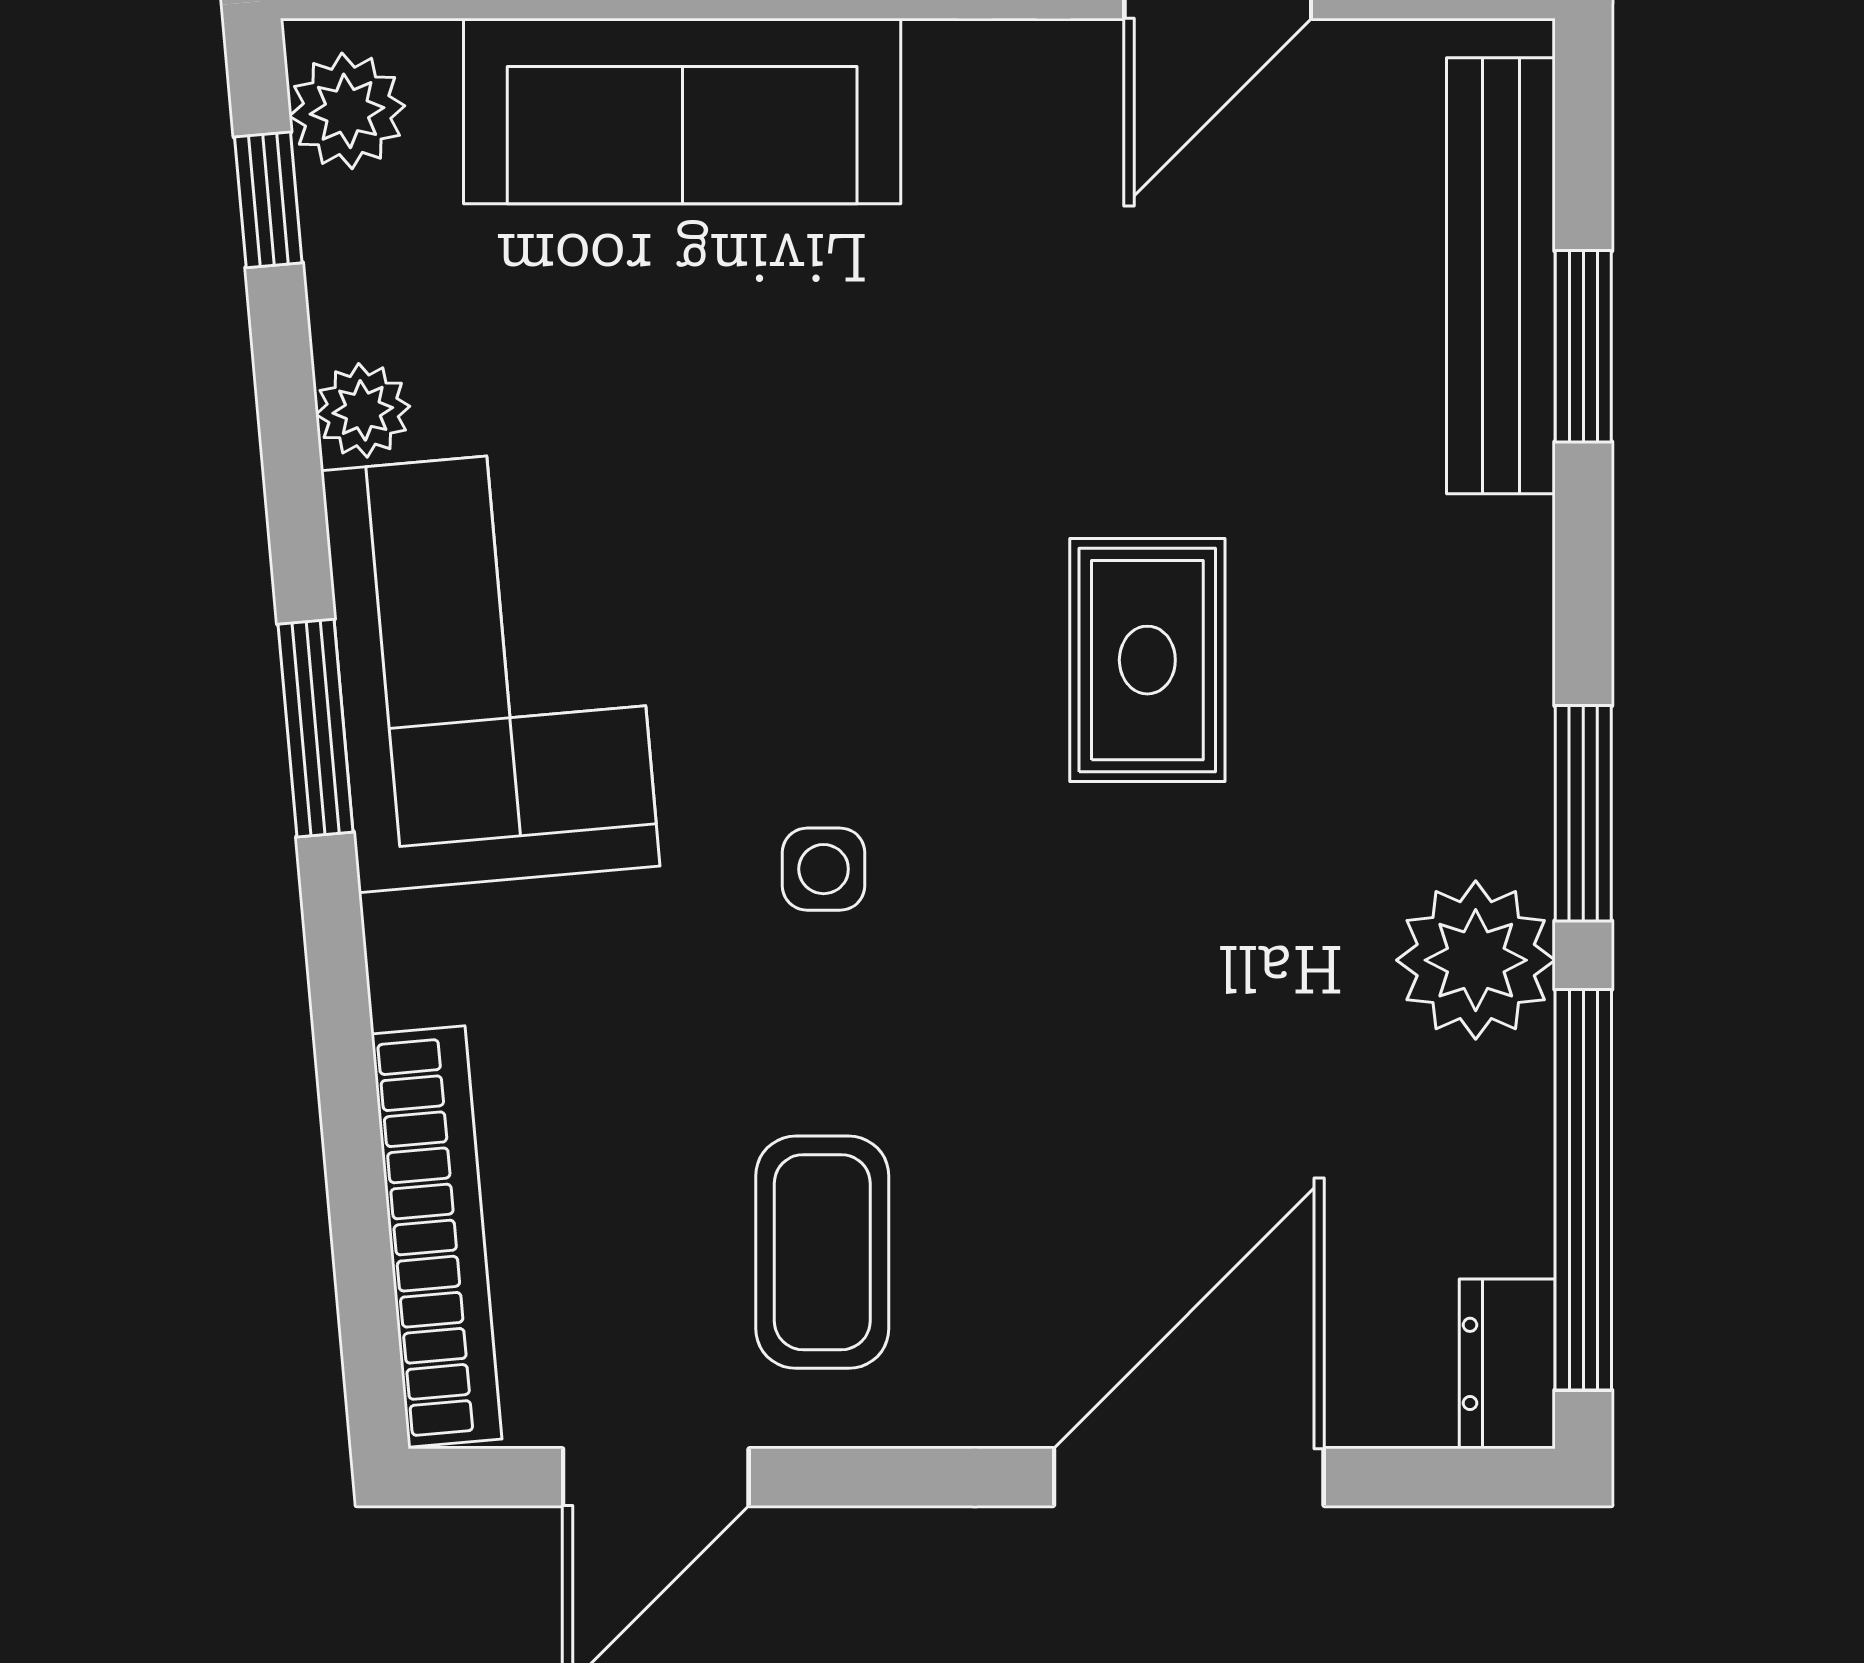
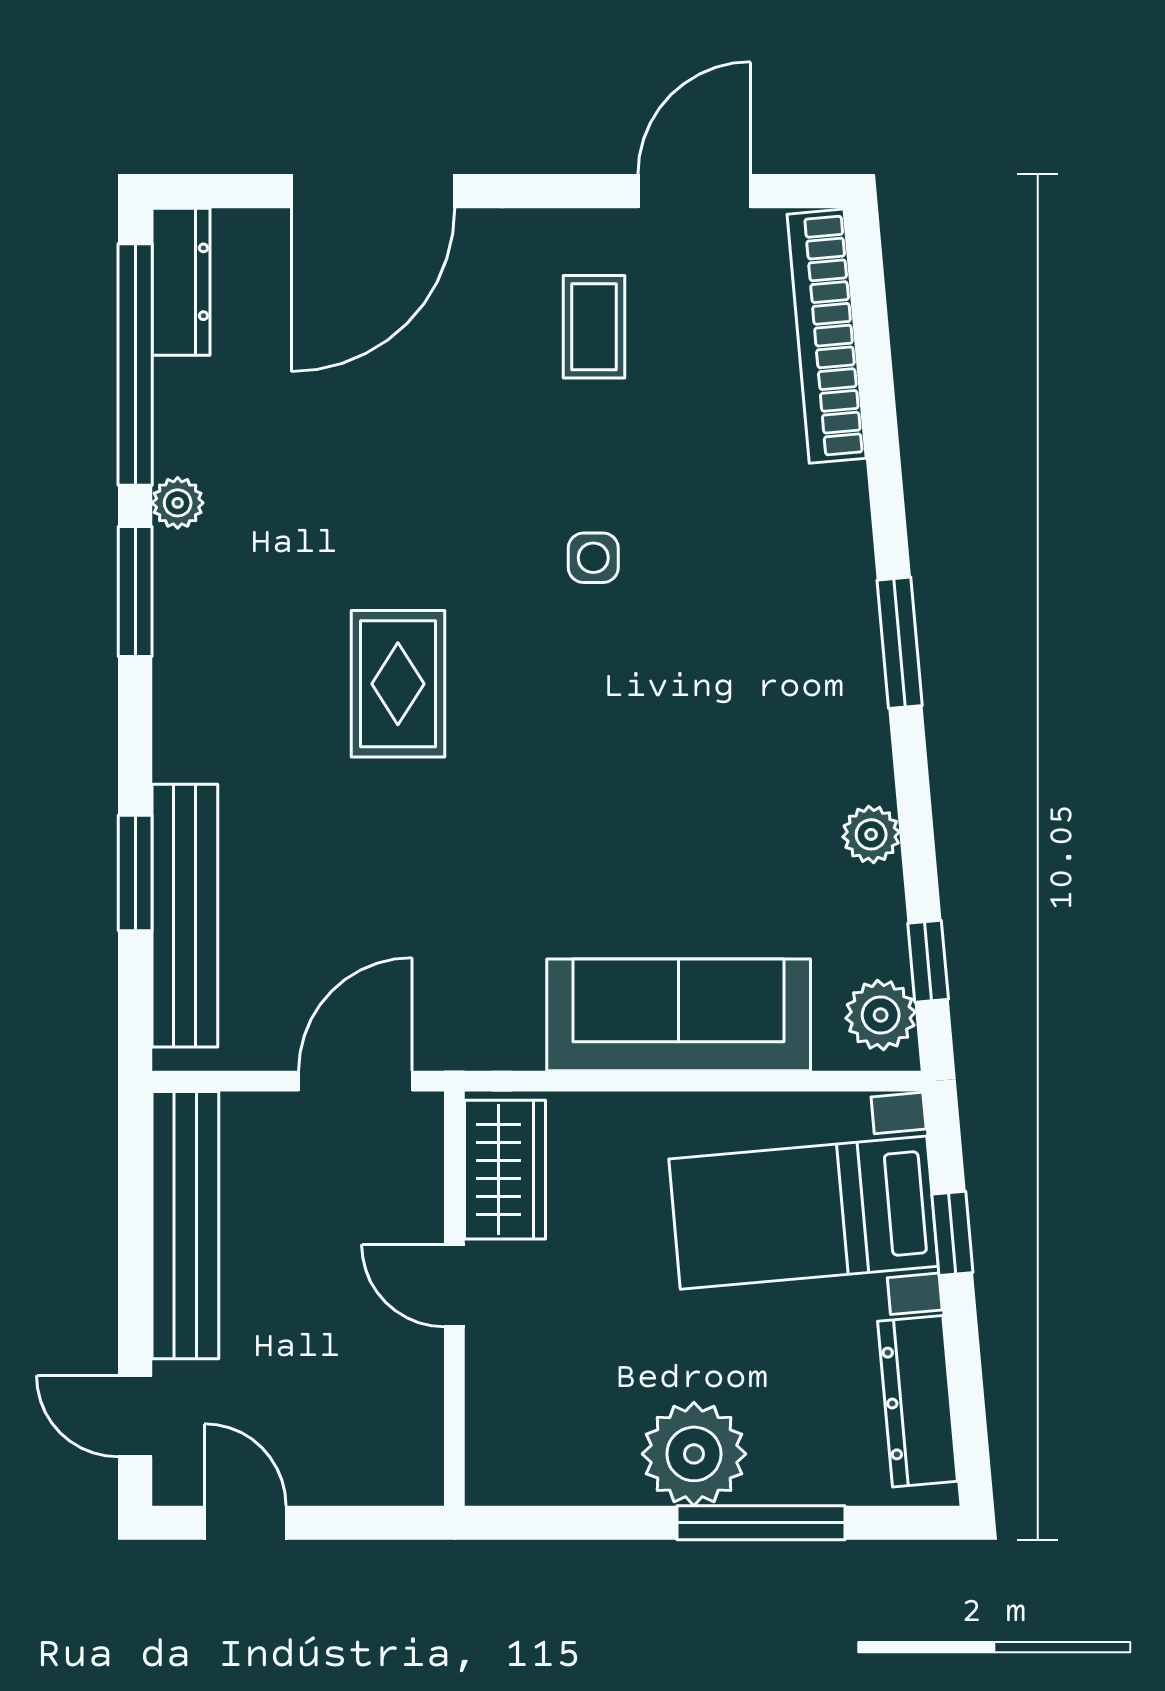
corner sofa: (490, 668) -> (794, 679), removed
plant: (1476, 960) -> (178, 503), width x0.53, depth x0.53
coffee table: (822, 1252) -> (594, 327), width x0.73, depth x0.77
dresser: (1507, 1364) -> (181, 282), width x1.44

